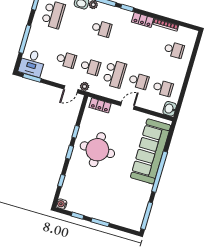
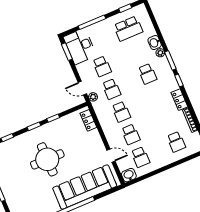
desk: (32, 63) -> (80, 46), width x1.37
school desk: (115, 74) -> (121, 112), width x0.54
door: (128, 106) -> (111, 156), moved
round table: (97, 150) -> (47, 159), moved

